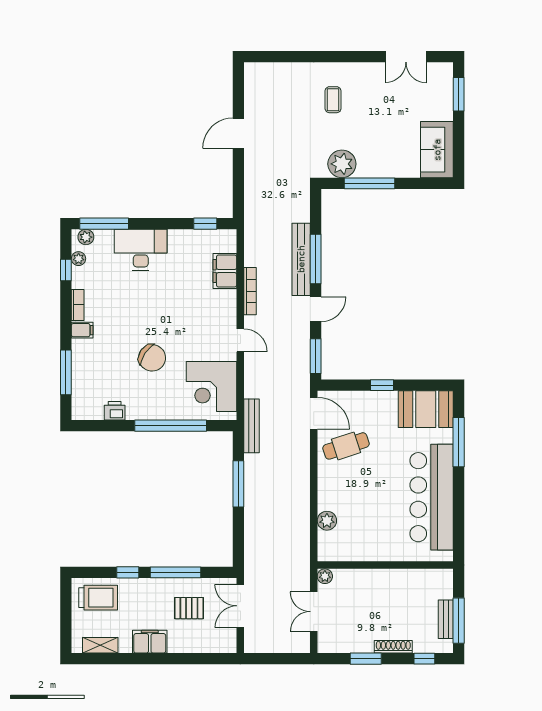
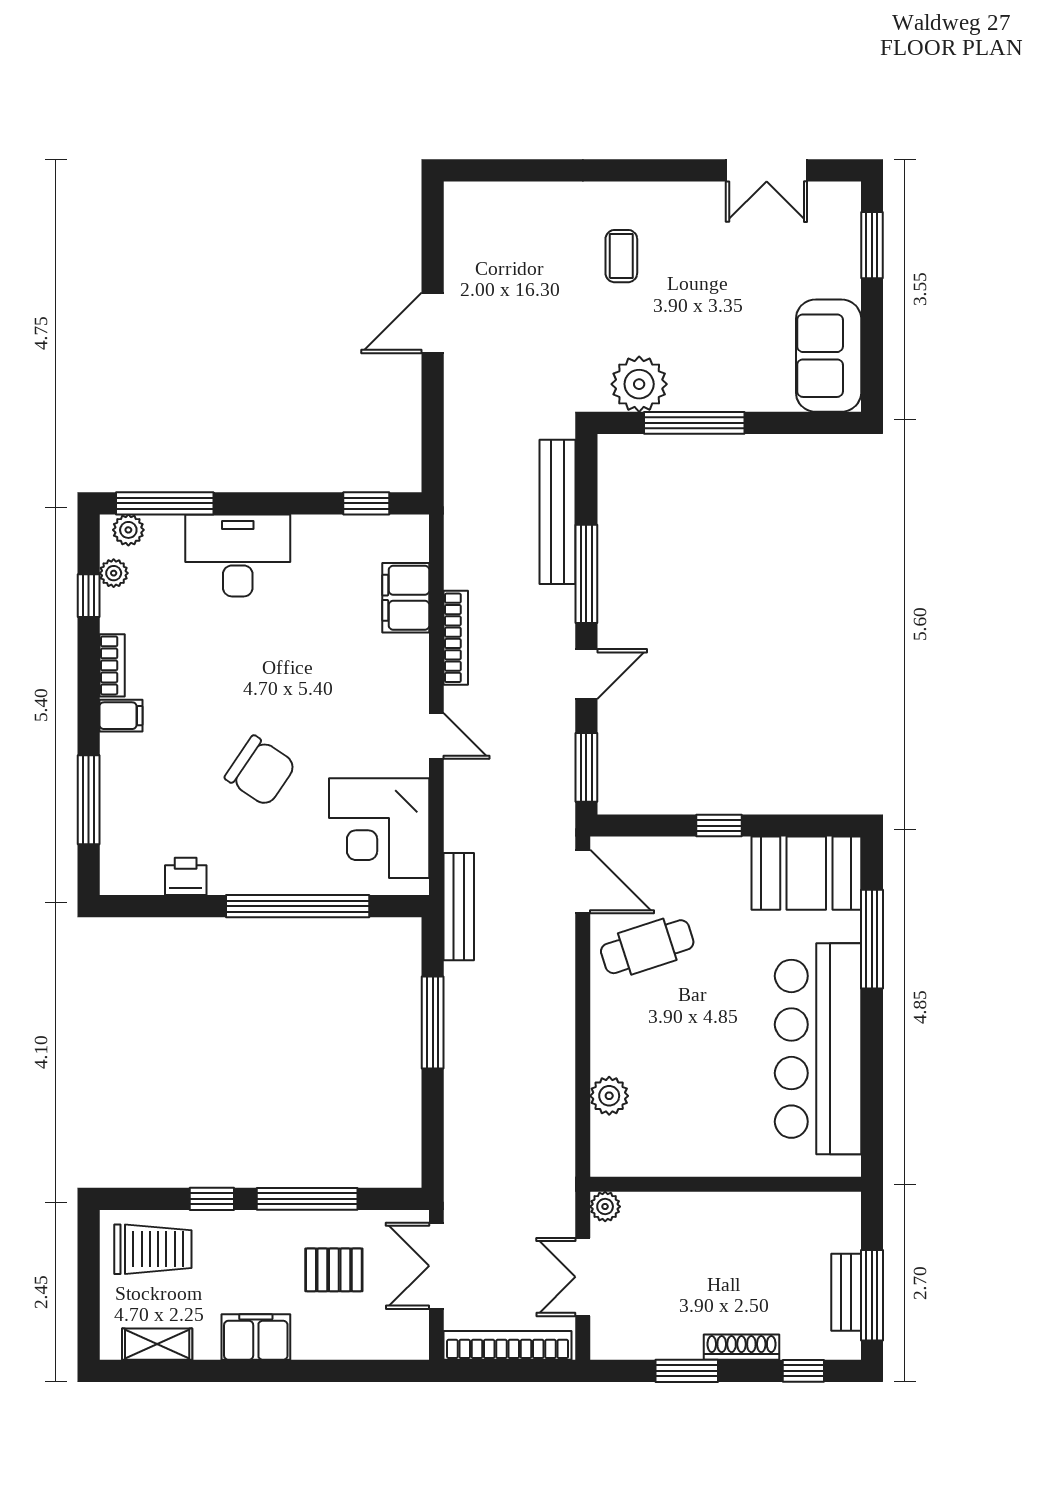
bench: (301, 259) -> (557, 512), moved
bookcase: (276, 646) -> (508, 1345), added

